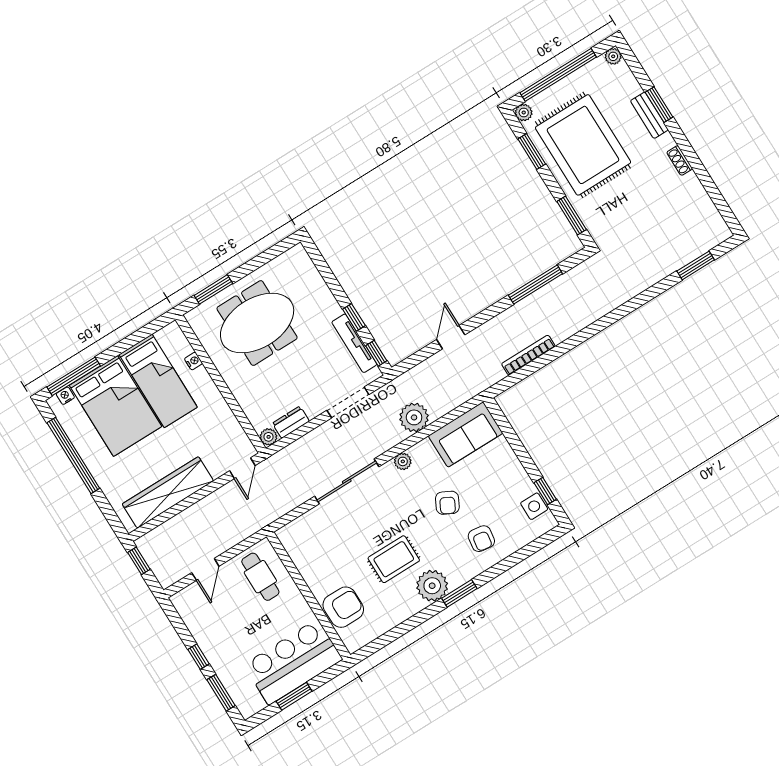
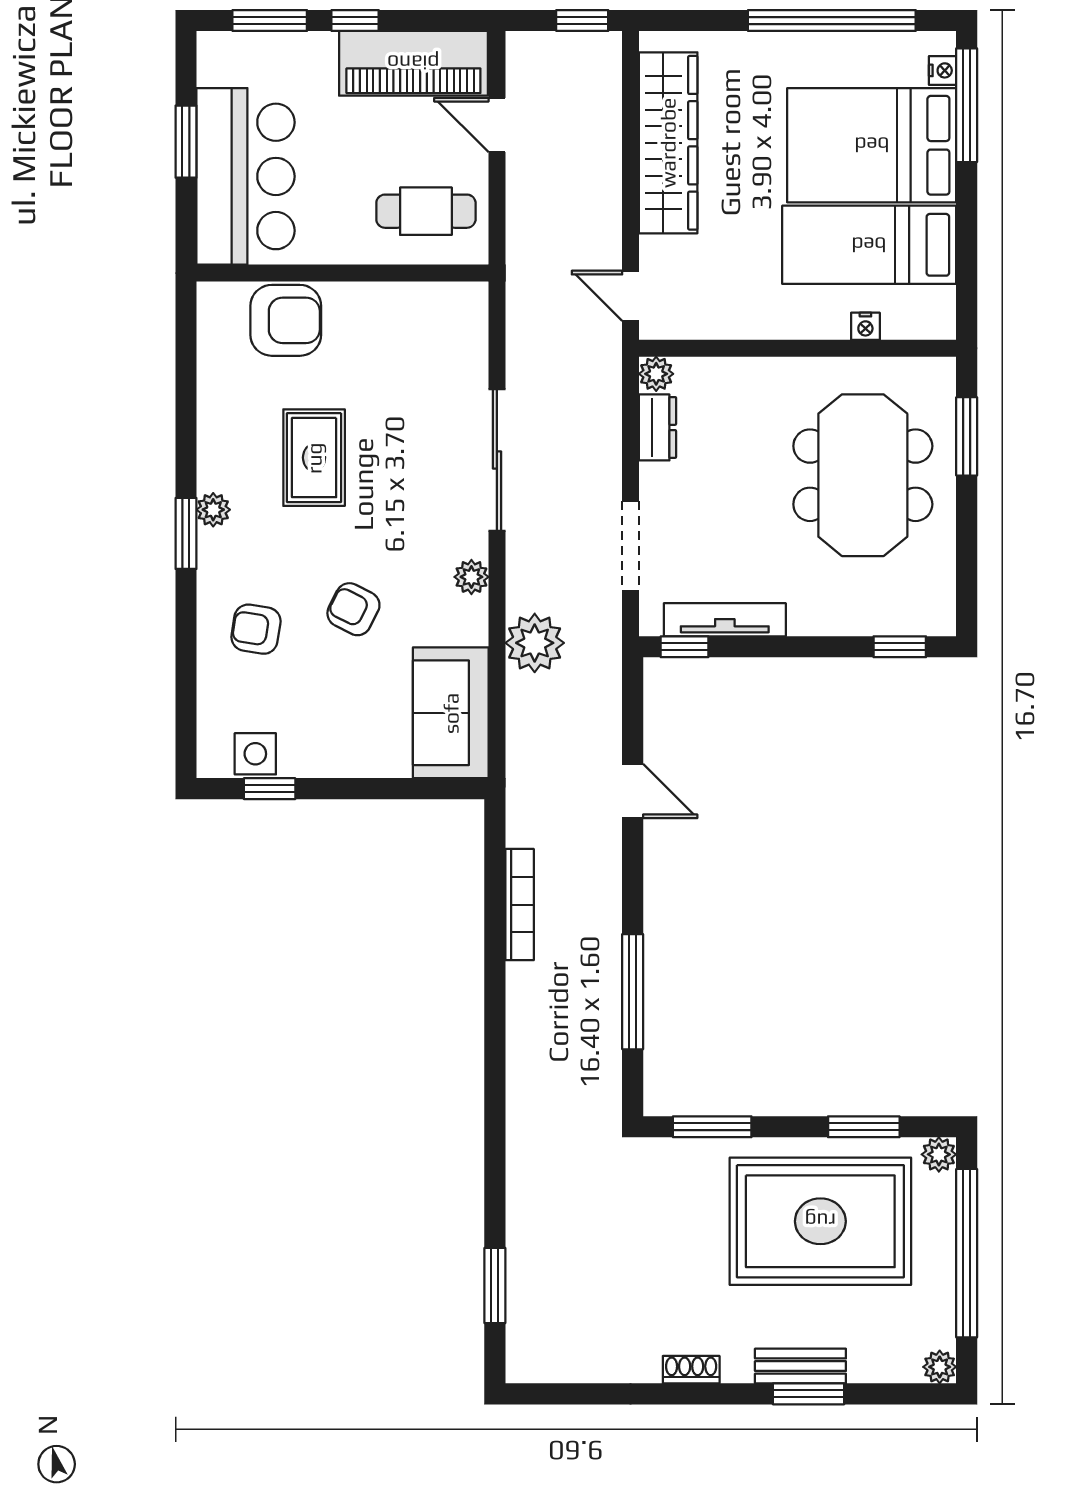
window: (354, 317) -> (900, 647), moved
plant: (432, 586) -> (213, 510), width x0.53, depth x0.53
armchair: (343, 607) -> (286, 320), turned -90
piano: (201, 621) -> (413, 63), added

